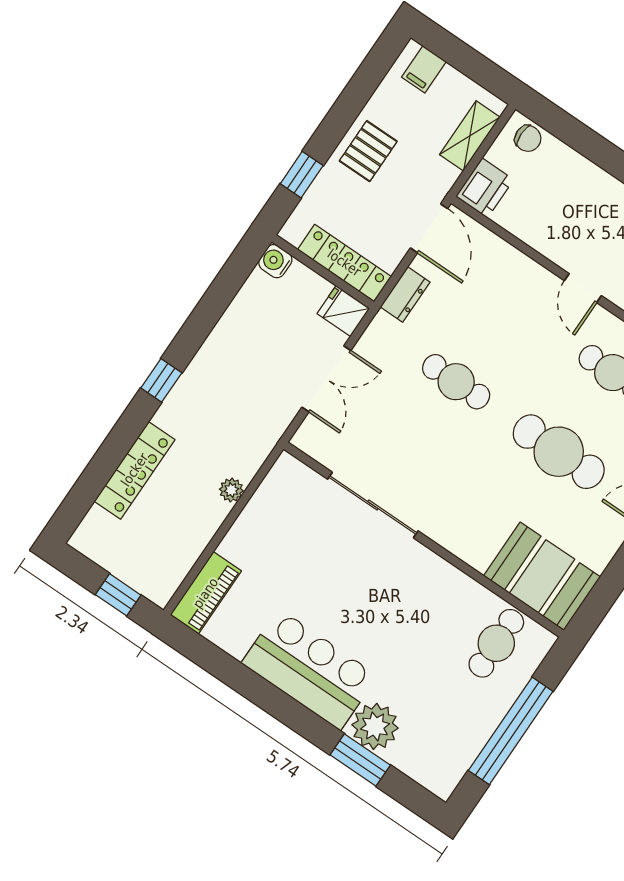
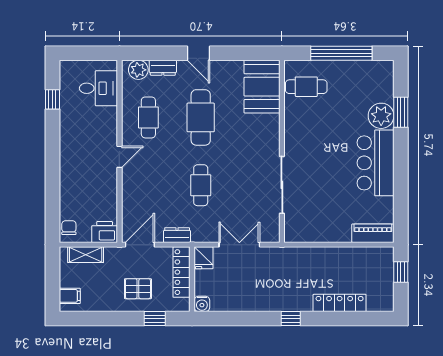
pallet: (368, 151) -> (138, 289), moved
plant: (231, 490) -> (319, 253), removed

